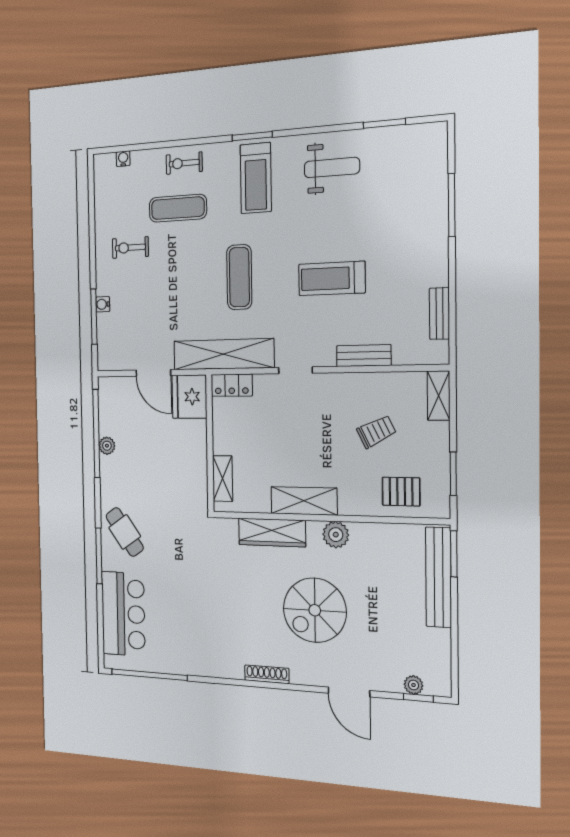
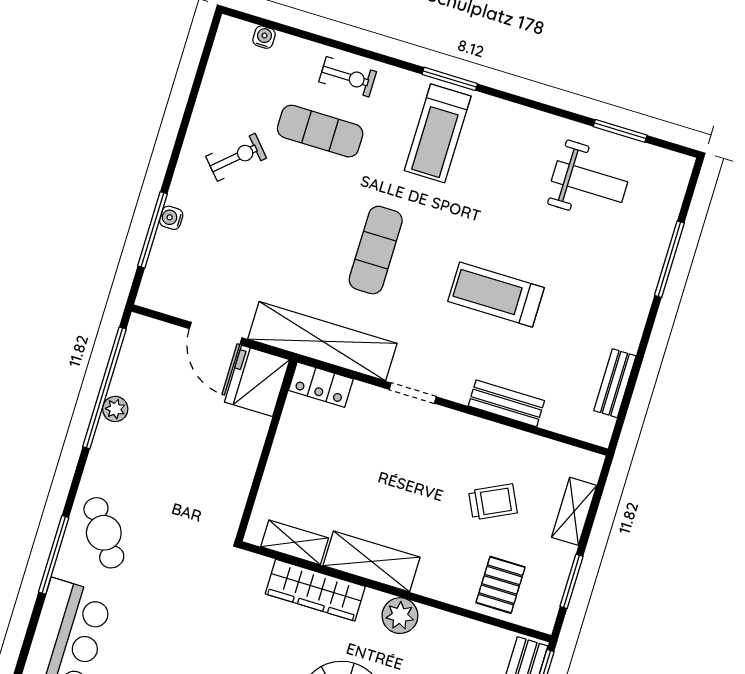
exercise bike: (184, 163) -> (348, 77), turned 180
weight bench: (332, 168) -> (589, 182), moved
exercise bike: (130, 248) -> (236, 157), turned 138
shelving: (439, 396) -> (574, 511), moved
shelving: (223, 478) -> (295, 542), moved, turned 90
pallet: (401, 492) -> (501, 585), turned 90

